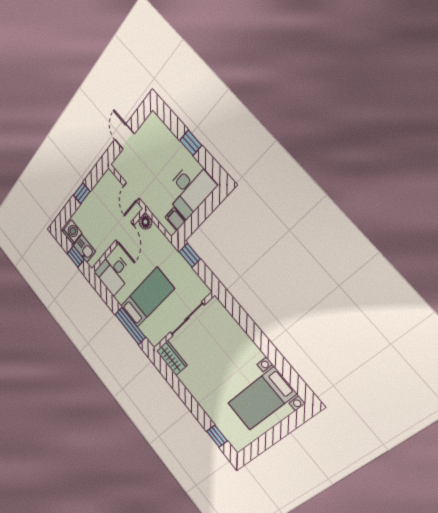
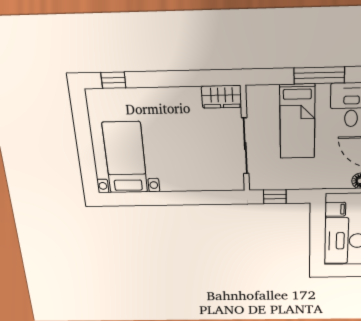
window: (190, 255) -> (275, 197), moved
window: (130, 326) -> (319, 75), moved

